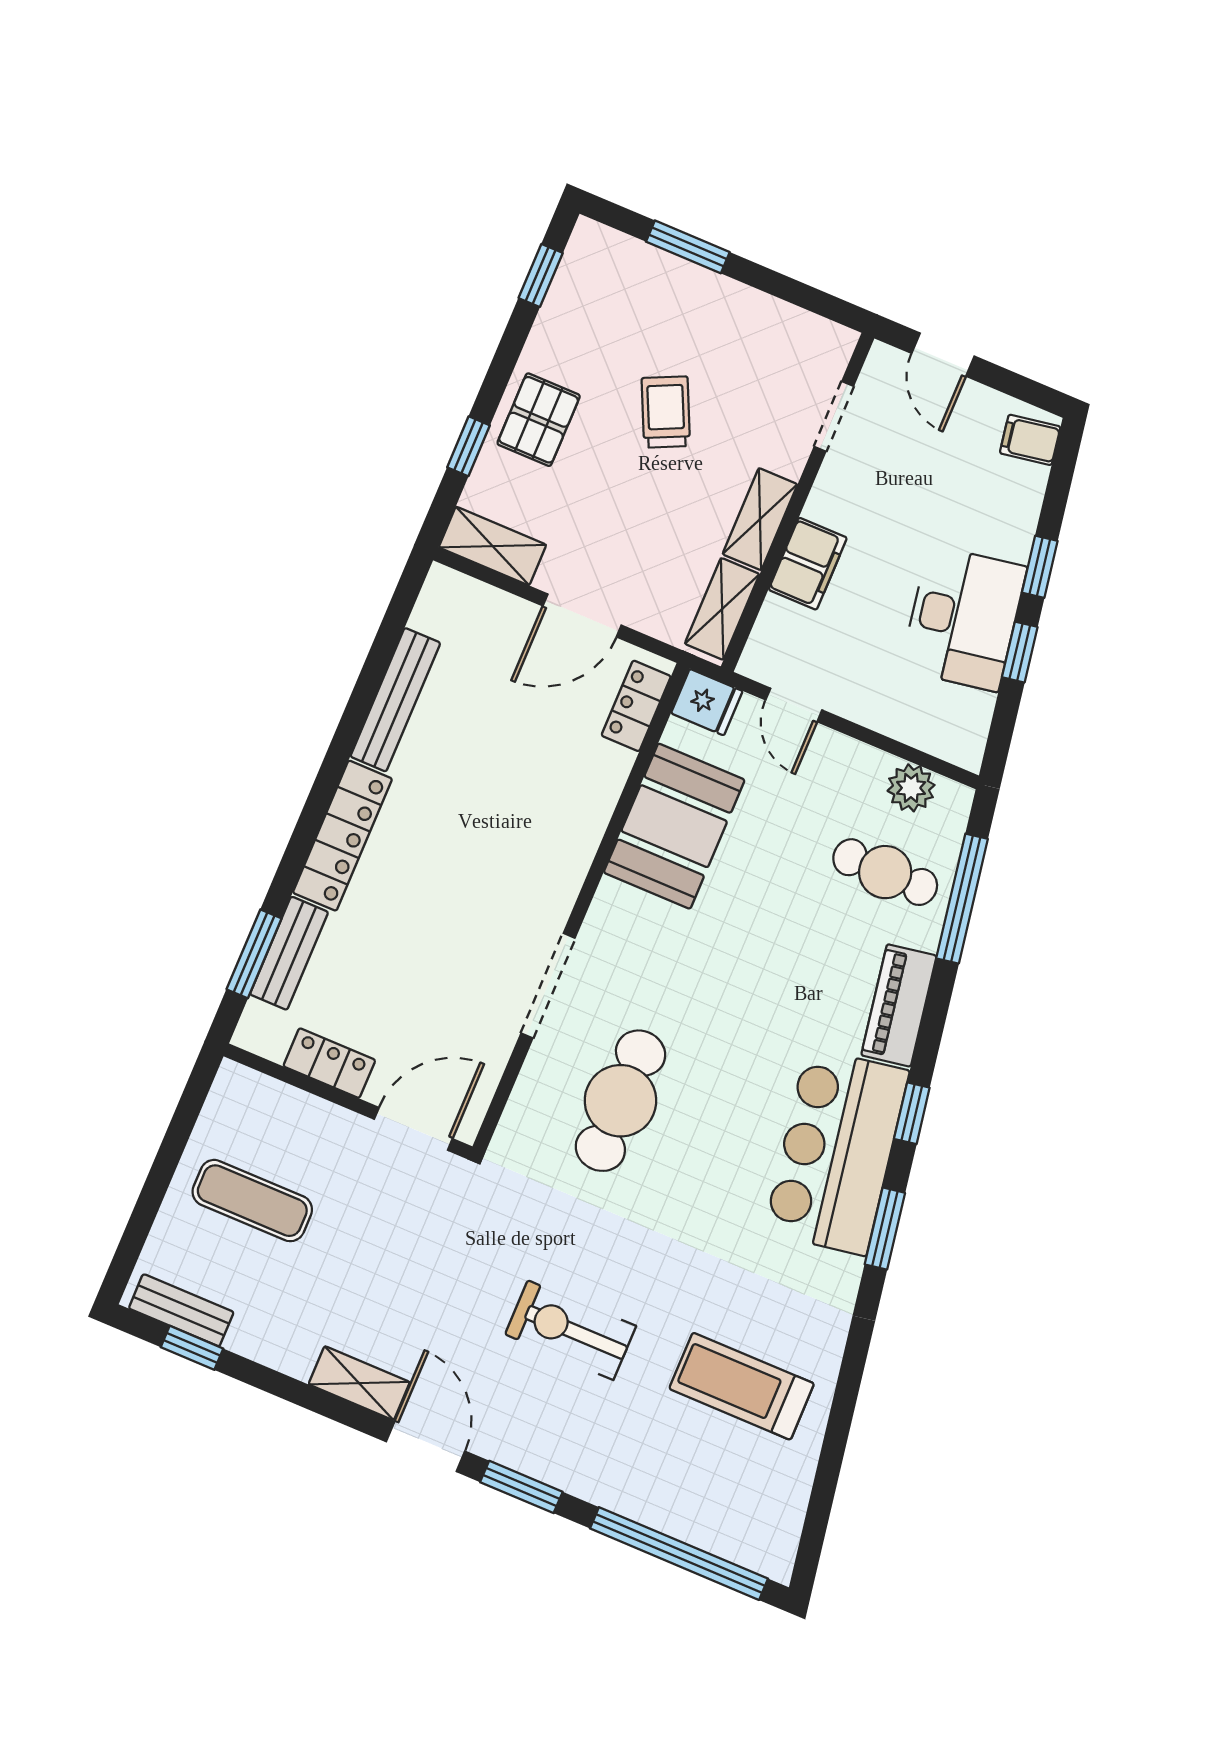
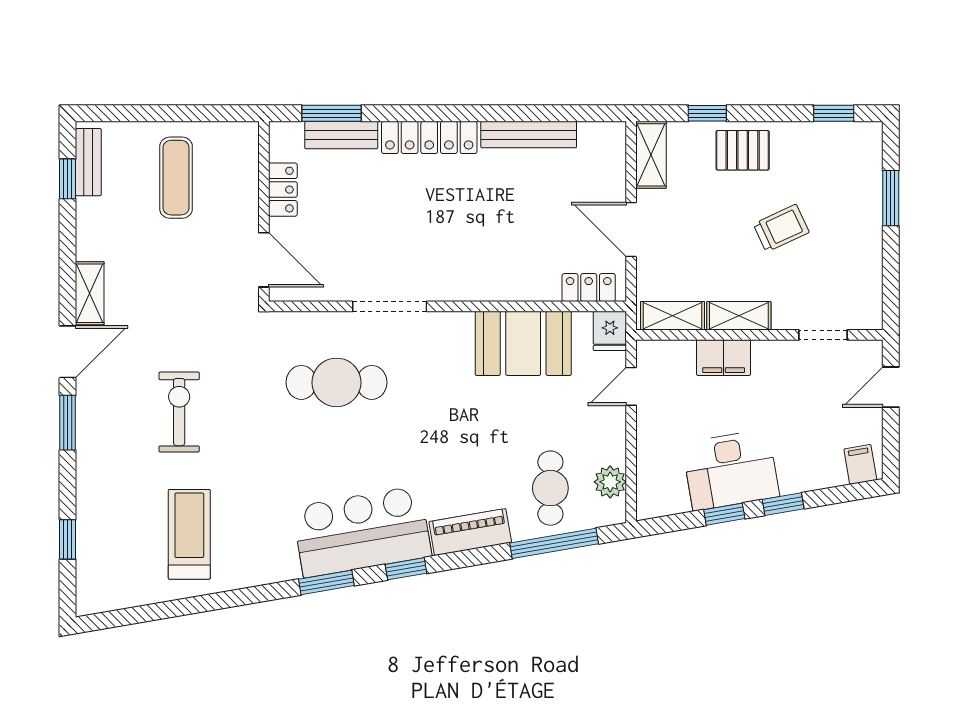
window: (679, 1554) -> (68, 539), width x0.32

